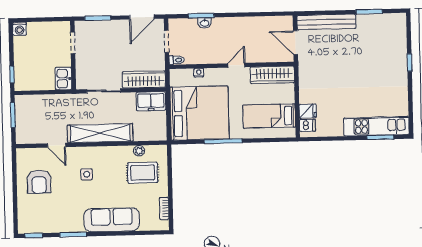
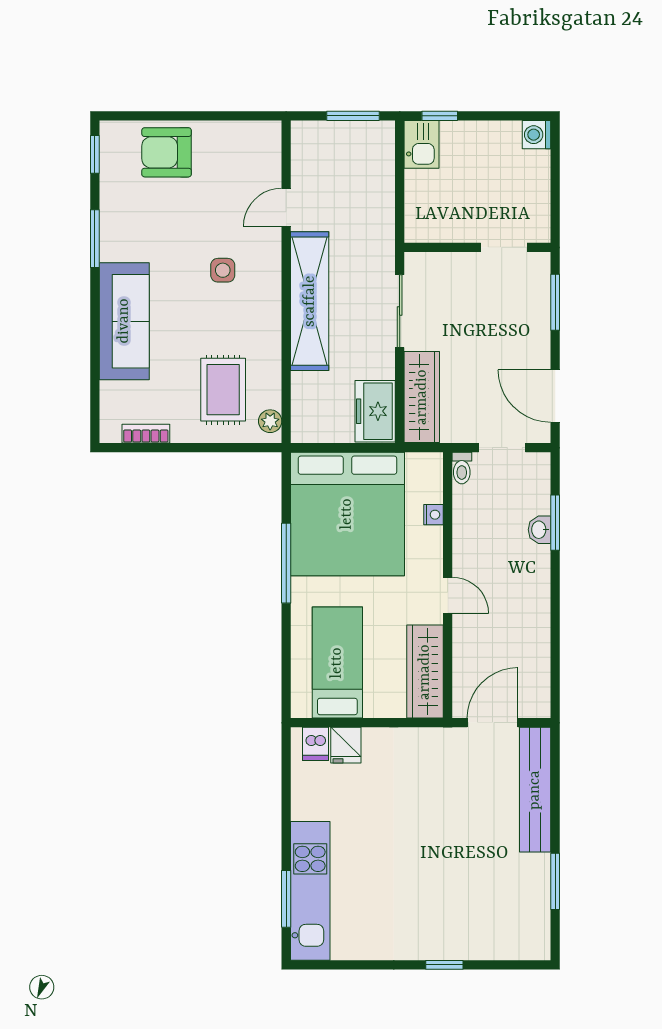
kitchen sink: (63, 79) -> (422, 144), moved, turned 90
plant: (139, 151) -> (270, 421), moved
armchair: (39, 182) -> (167, 152), moved

